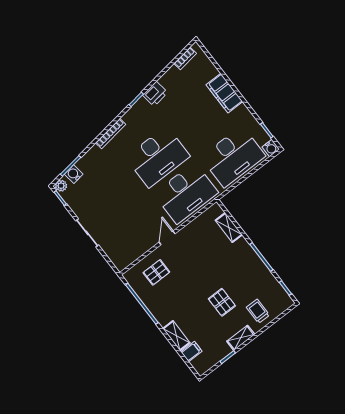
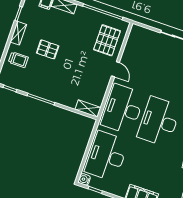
shelving: (229, 228) -> (88, 108), moved
pallet: (156, 272) -> (107, 40), width x1.50, depth x1.42

